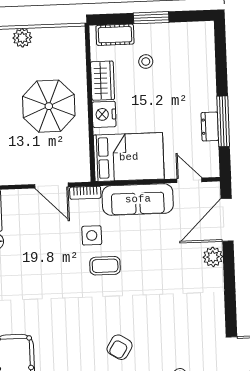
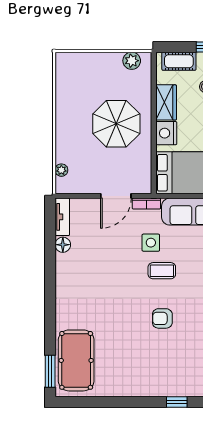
plant: (22, 38) -> (132, 61), moved
door: (51, 186) -> (116, 196), hinge flipped
armchair: (120, 347) -> (162, 318), moved, turned 58

